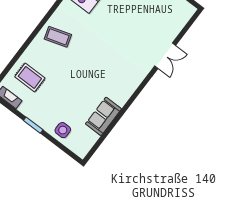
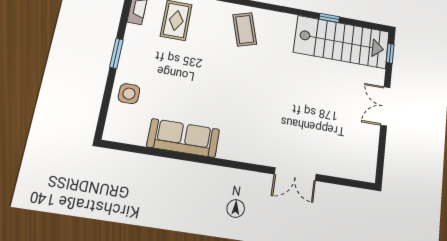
sofa: (103, 116) -> (183, 138), width x1.36

